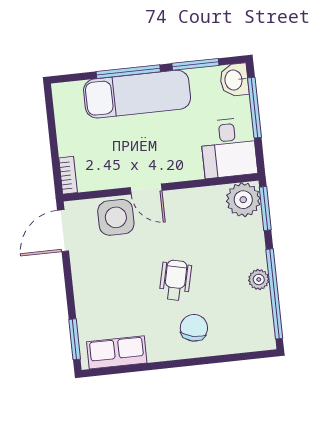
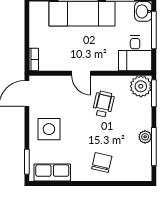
side table: (116, 217) -> (49, 129), moved
wheelchair: (175, 280) -> (103, 104), moved
window: (274, 294) -> (154, 147), width x0.68

